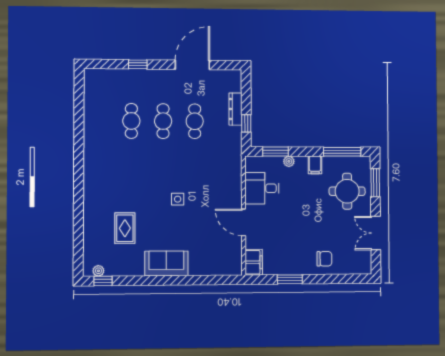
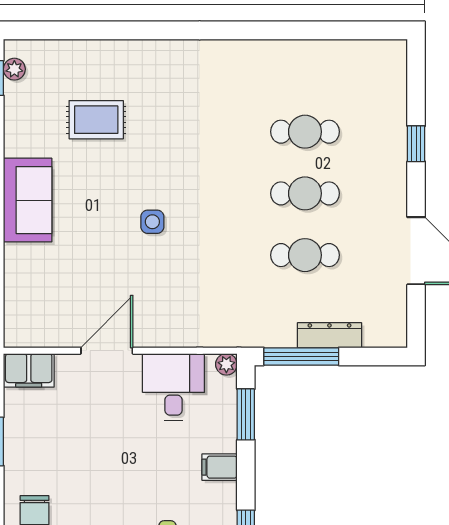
window: (246, 123) -> (301, 356), width x2.17
plant: (289, 161) -> (226, 364), moved
filing cabinet: (315, 165) -> (220, 467), moved

